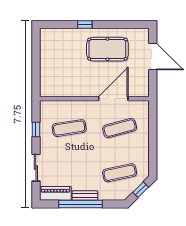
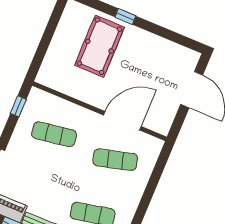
pool table: (107, 49) -> (99, 46), moved, turned 90
window: (36, 130) -> (18, 106), moved

